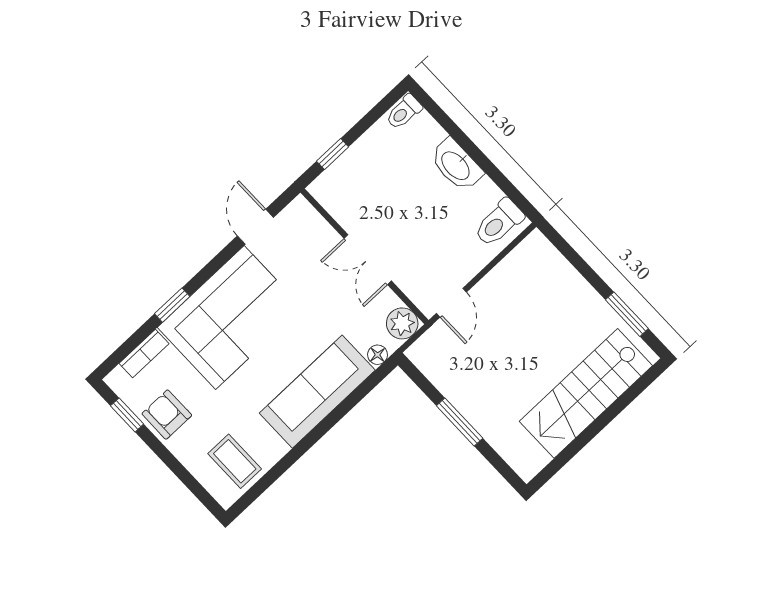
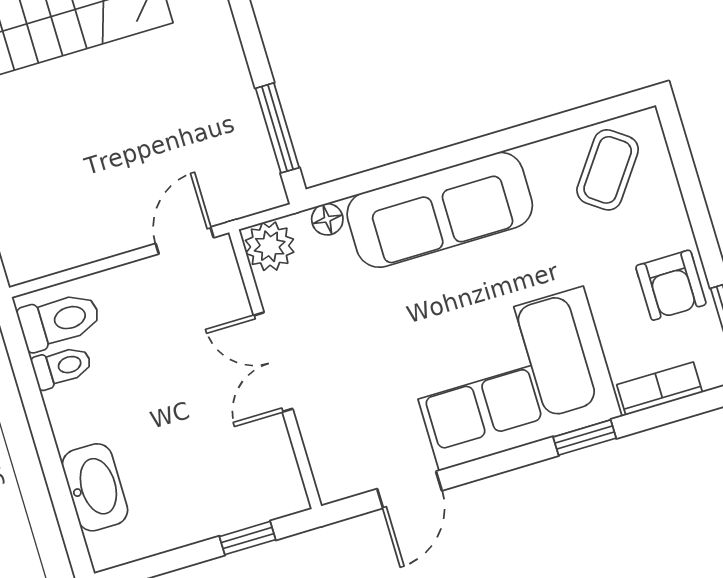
toilet: (404, 112) -> (62, 367), moved
washbasin: (456, 165) -> (95, 487), moved
double door: (368, 260) -> (273, 362), swing flipped
window: (460, 422) -> (277, 128), moved
coffee table: (235, 461) -> (608, 170), turned 36

